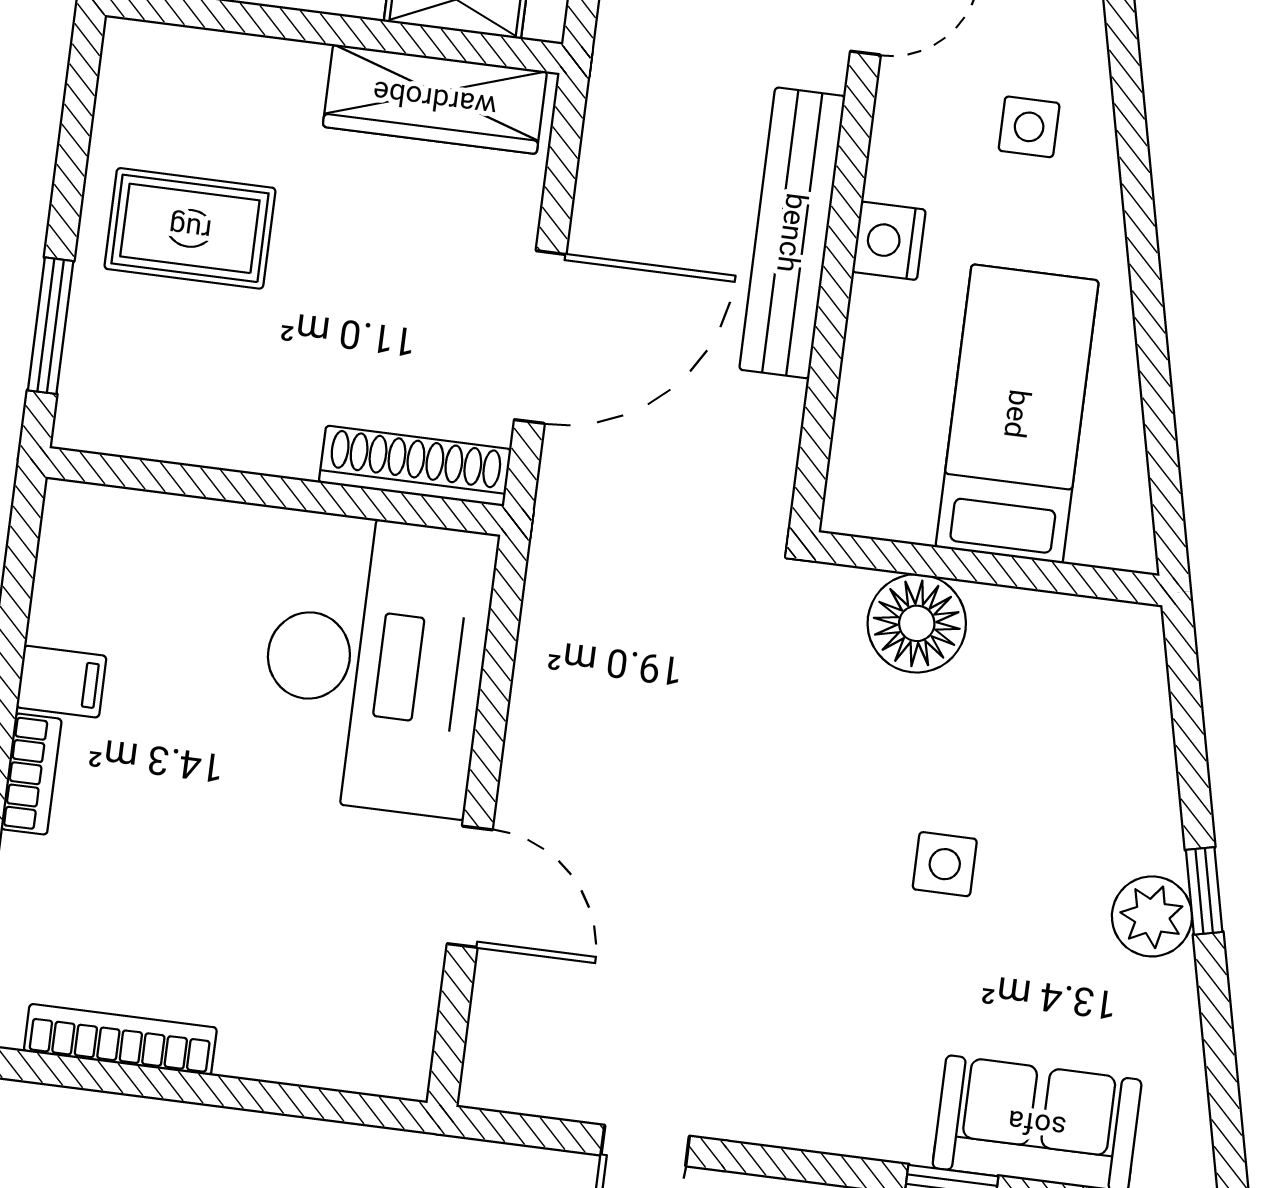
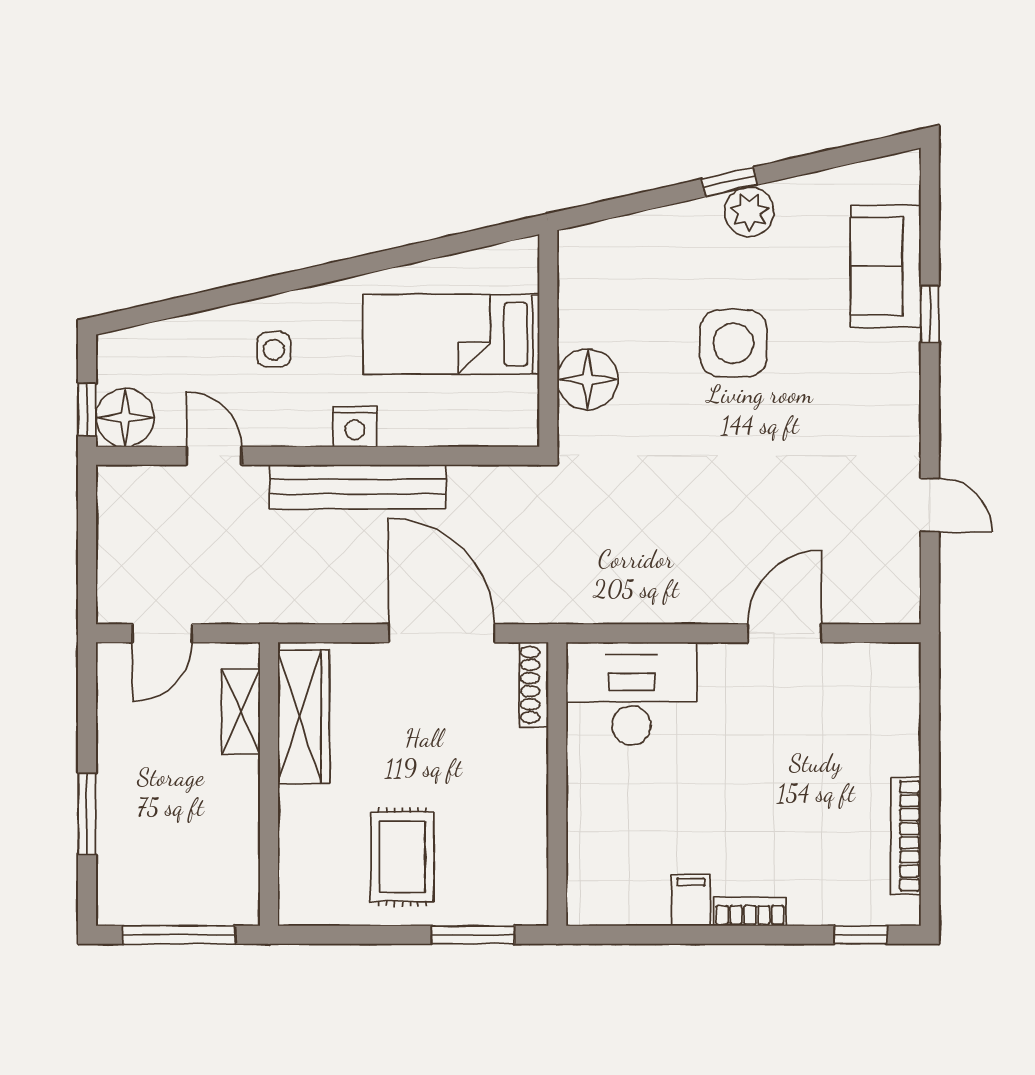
shoe rack: (415, 466) -> (534, 685), width x0.74, depth x0.81
desk: (375, 664) -> (631, 693), width x0.73, depth x0.77
side table: (945, 864) -> (733, 343), width x1.87, depth x1.87

